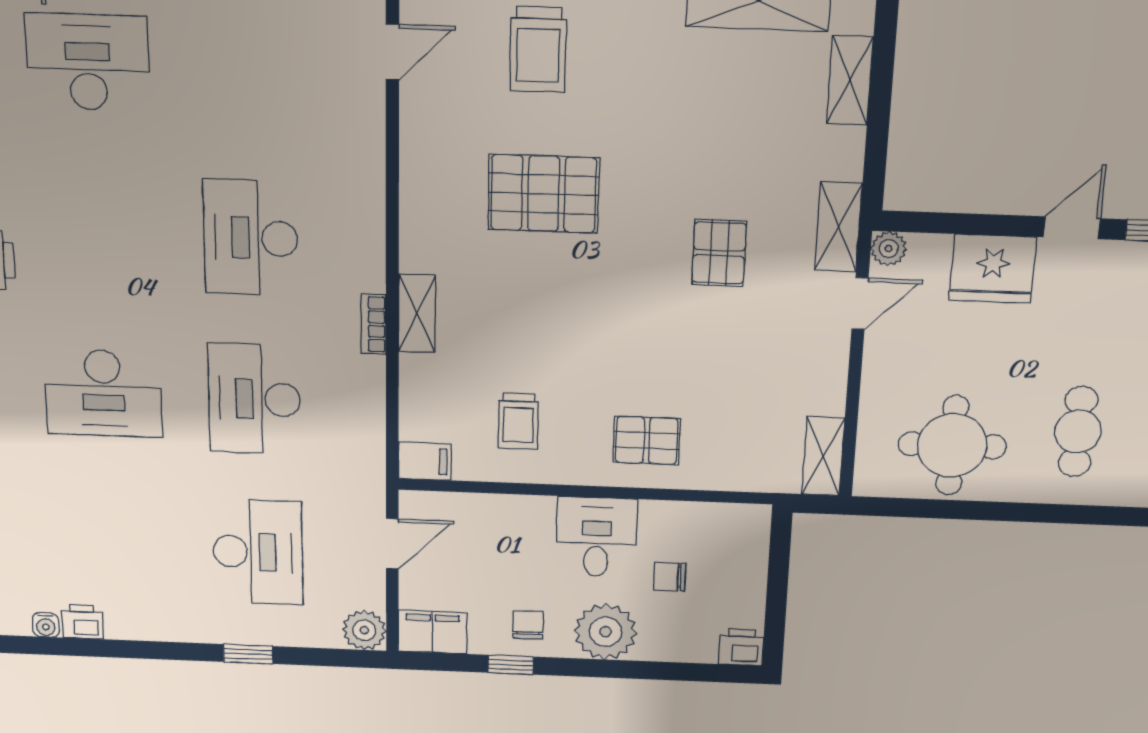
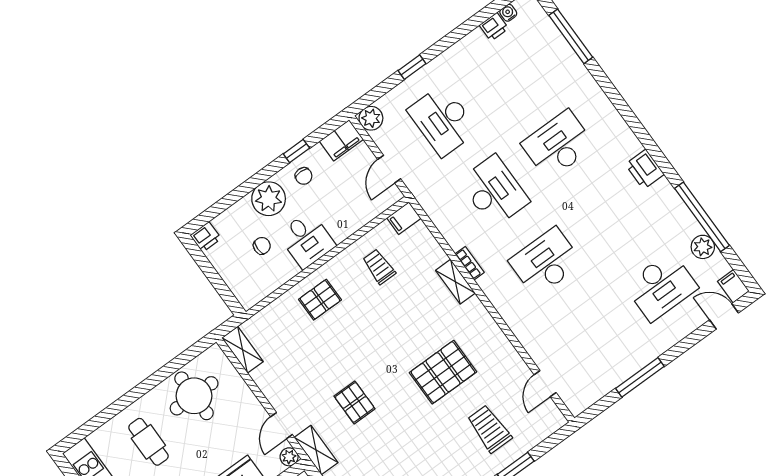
desk: (251, 238) -> (546, 262), turned -90

